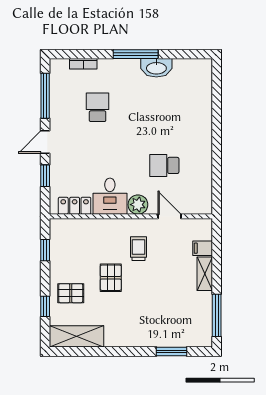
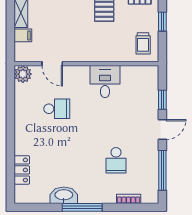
plant: (138, 205) -> (23, 74), moved
locker: (75, 206) -> (22, 170), moved, turned -90
trolley: (138, 249) -> (143, 43), moved
window: (45, 250) -> (162, 22), moved

